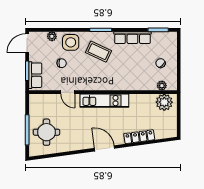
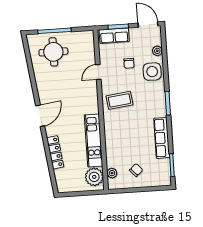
coffee table: (99, 52) -> (119, 100), moved, turned 58
kitchen unit: (104, 101) -> (94, 140), moved

